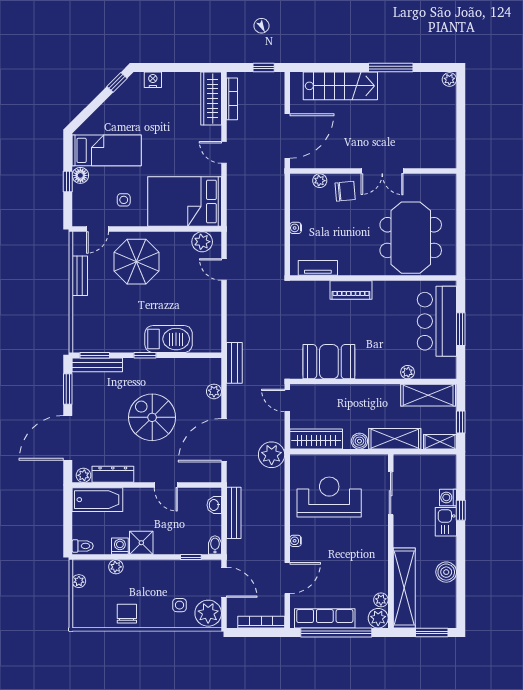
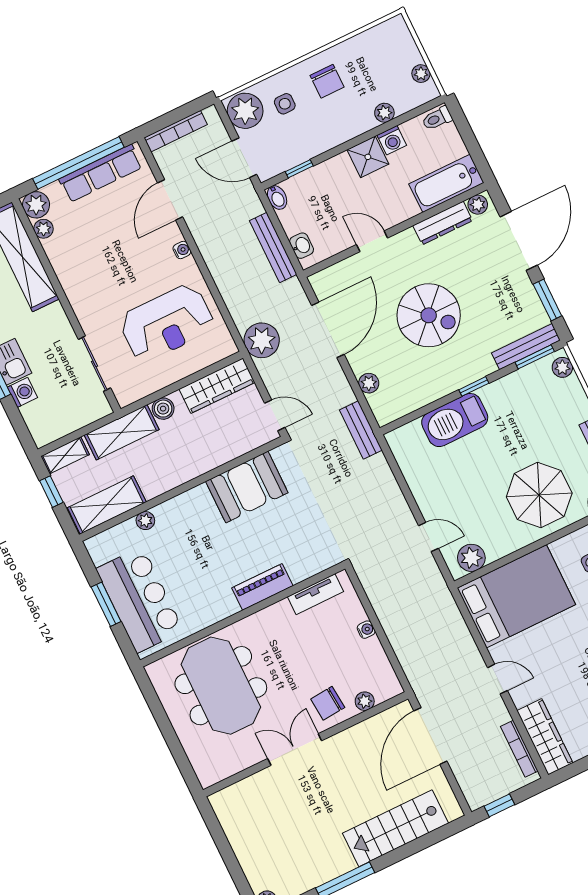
plant: (80, 339) -> (562, 367), added
chair: (127, 614) -> (327, 81), moved

